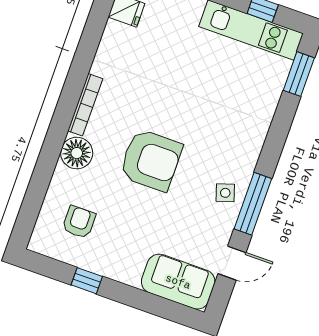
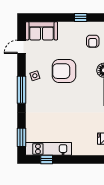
armchair: (151, 160) -> (64, 71), moved
window: (253, 204) -> (21, 90), moved

